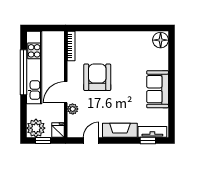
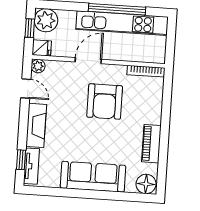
piano: (128, 38) -> (151, 144), added
armchair: (97, 77) -> (105, 101), turned 90
sofa: (158, 89) -> (93, 177), width x1.36
door: (66, 92) -> (88, 61), hinge flipped
plant: (73, 109) -> (38, 66), moved

